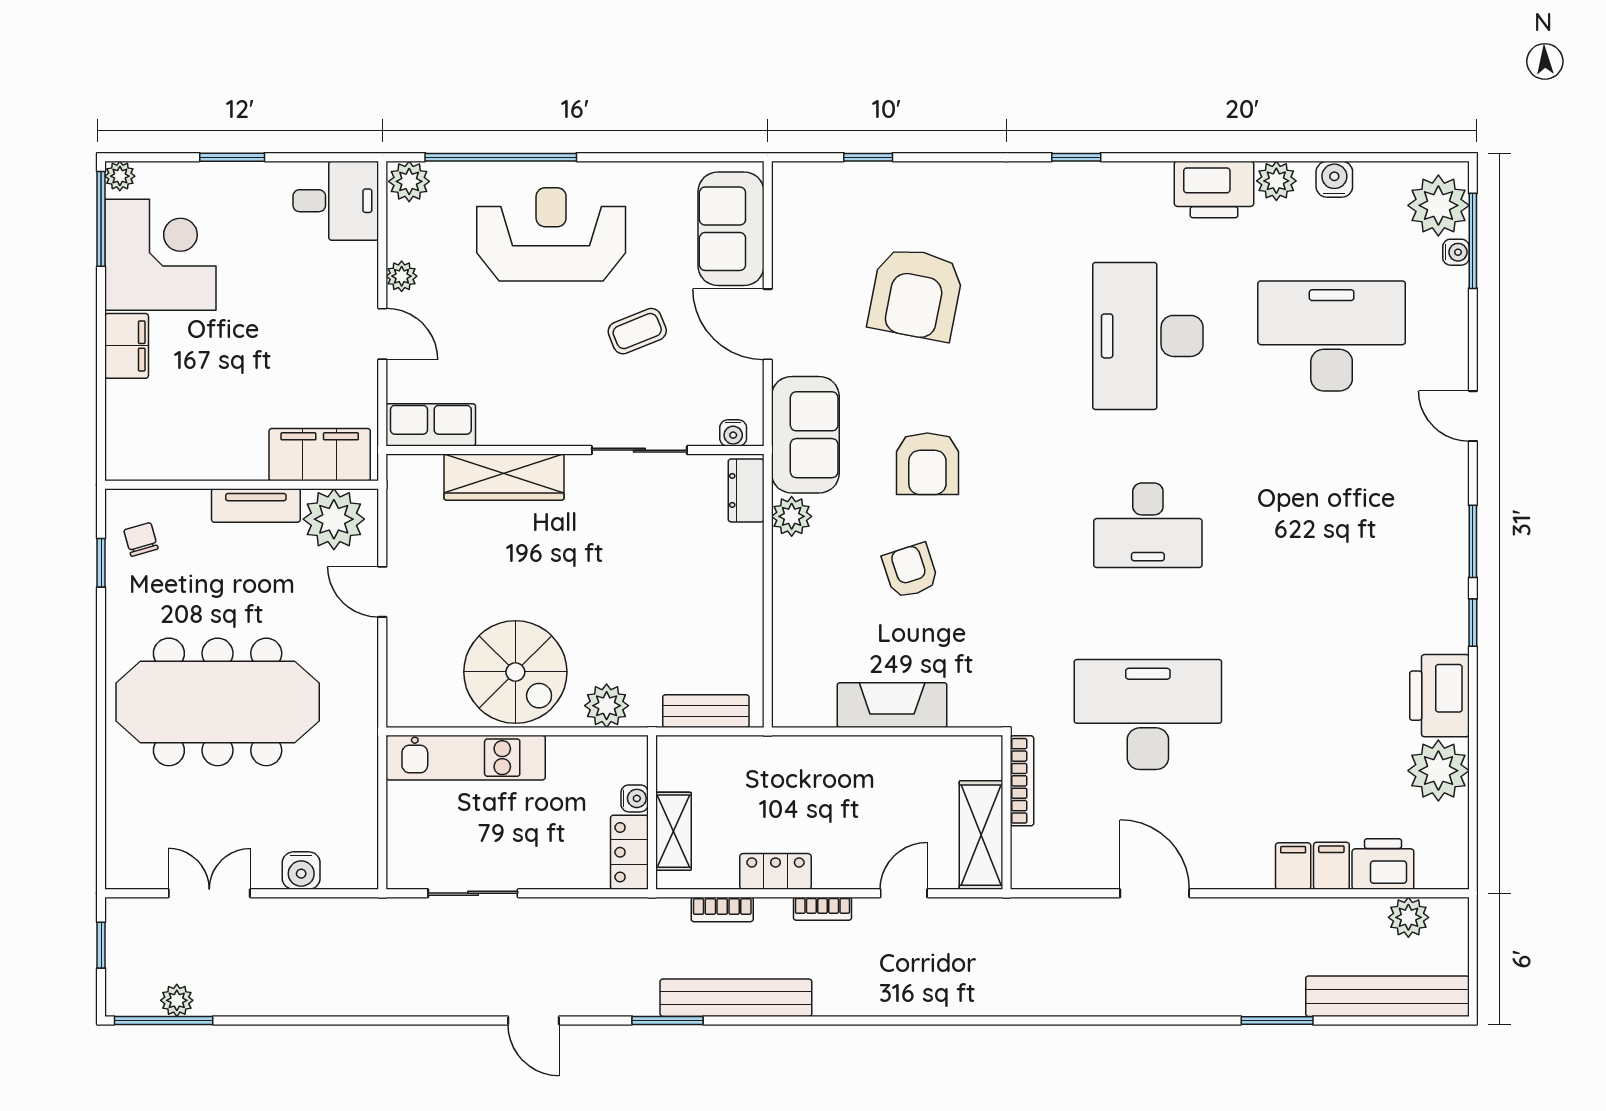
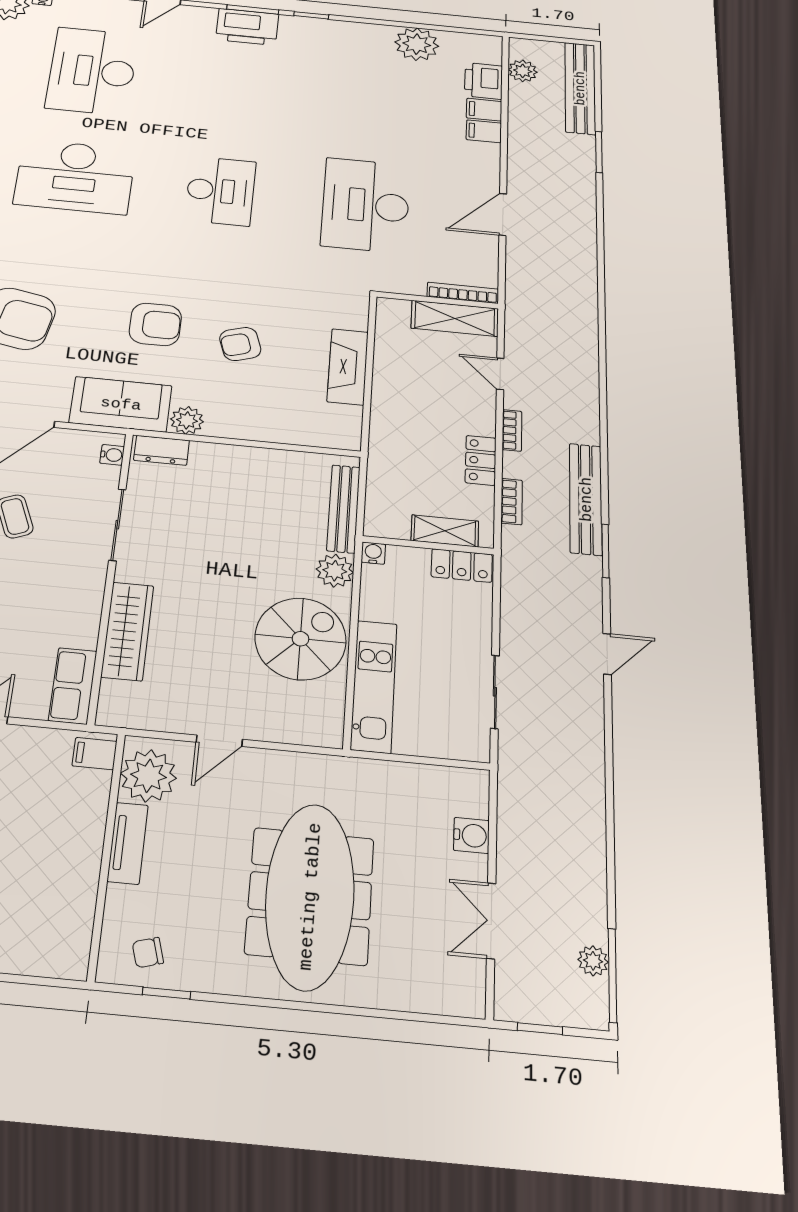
filing cabinet: (320, 455) -> (95, 754), width x0.33, depth x0.86
printer: (1439, 696) -> (247, 27), moved
bench: (706, 711) -> (344, 509), width x1.36
bookcase: (1022, 781) -> (463, 293), moved
water cooler: (635, 798) -> (373, 553), moved

